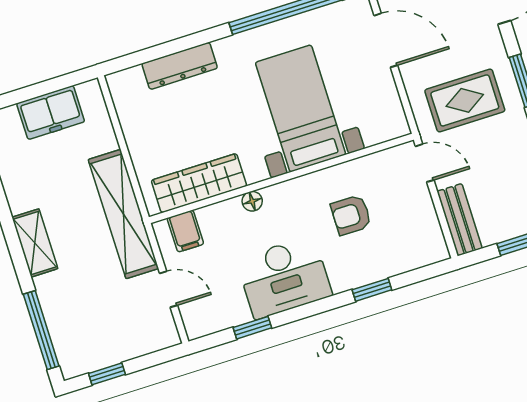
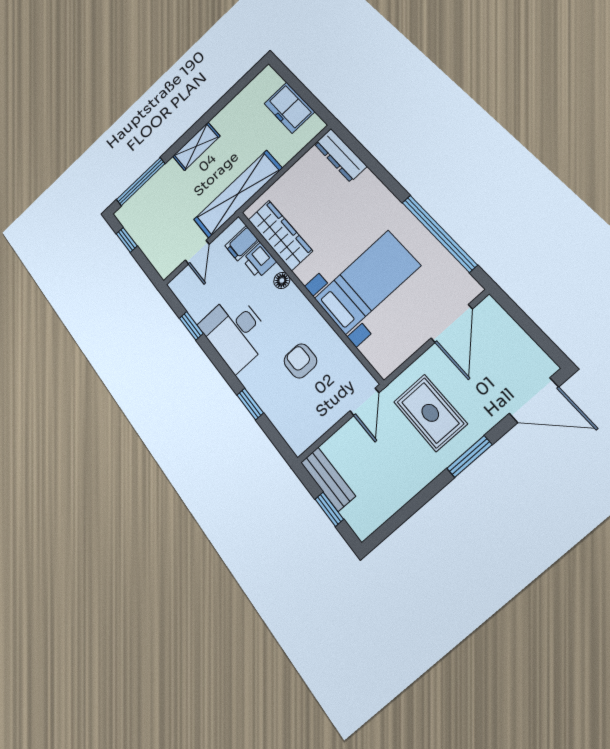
dresser: (180, 66) -> (340, 155), moved
printer: (216, 218) -> (259, 261), added
bench: (460, 220) -> (328, 479), moved, turned 90

